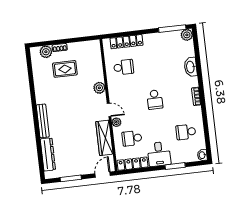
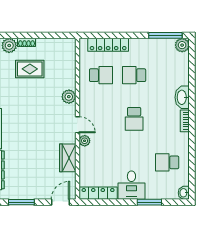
washbasin: (191, 67) -> (182, 97), moved
wardrobe: (104, 138) -> (68, 158), width x0.67
school desk: (132, 138) -> (134, 75), moved

